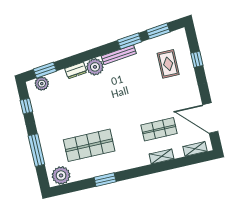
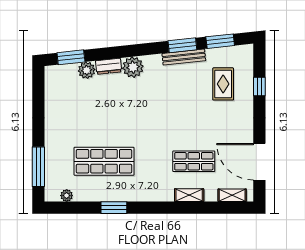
bench: (119, 55) -> (184, 57), moved
plant: (42, 84) -> (87, 70), moved
window: (26, 106) -> (38, 96), removed
window: (36, 150) -> (38, 167), moved
plant: (61, 175) -> (67, 196), width x0.53, depth x0.53

